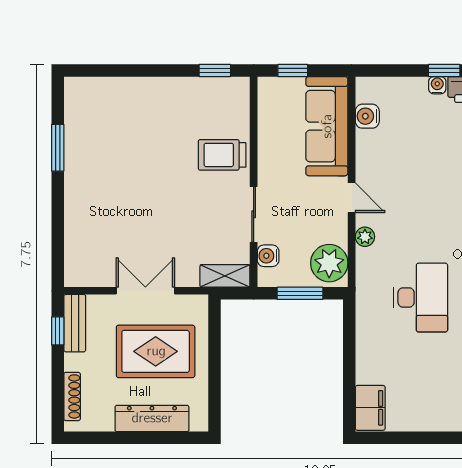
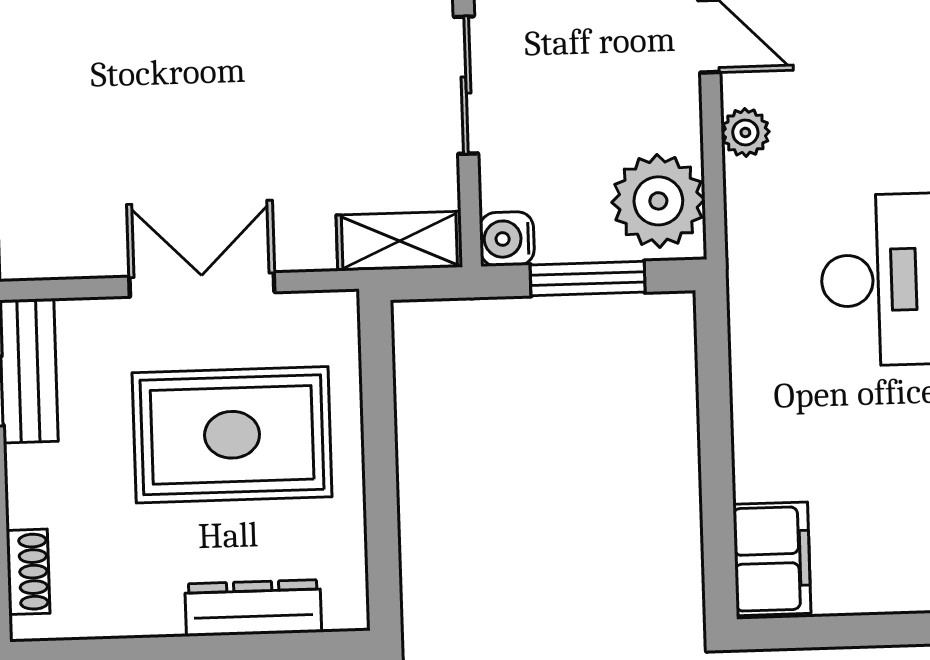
water cooler: (268, 256) -> (507, 239), moved
shoe rack: (72, 396) -> (28, 572), width x0.70
dresser: (152, 418) -> (253, 608), width x0.73, depth x0.80

